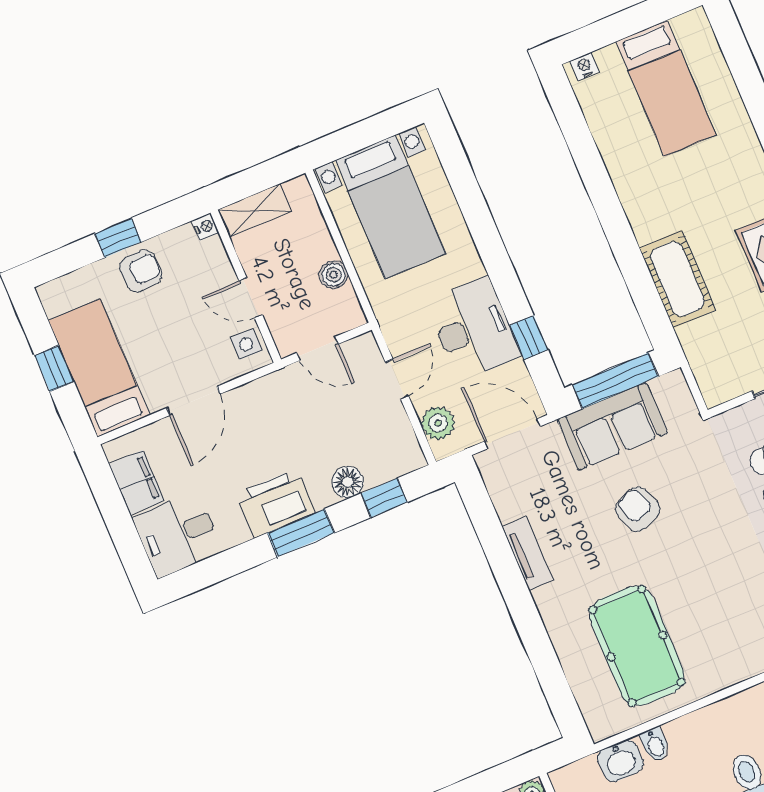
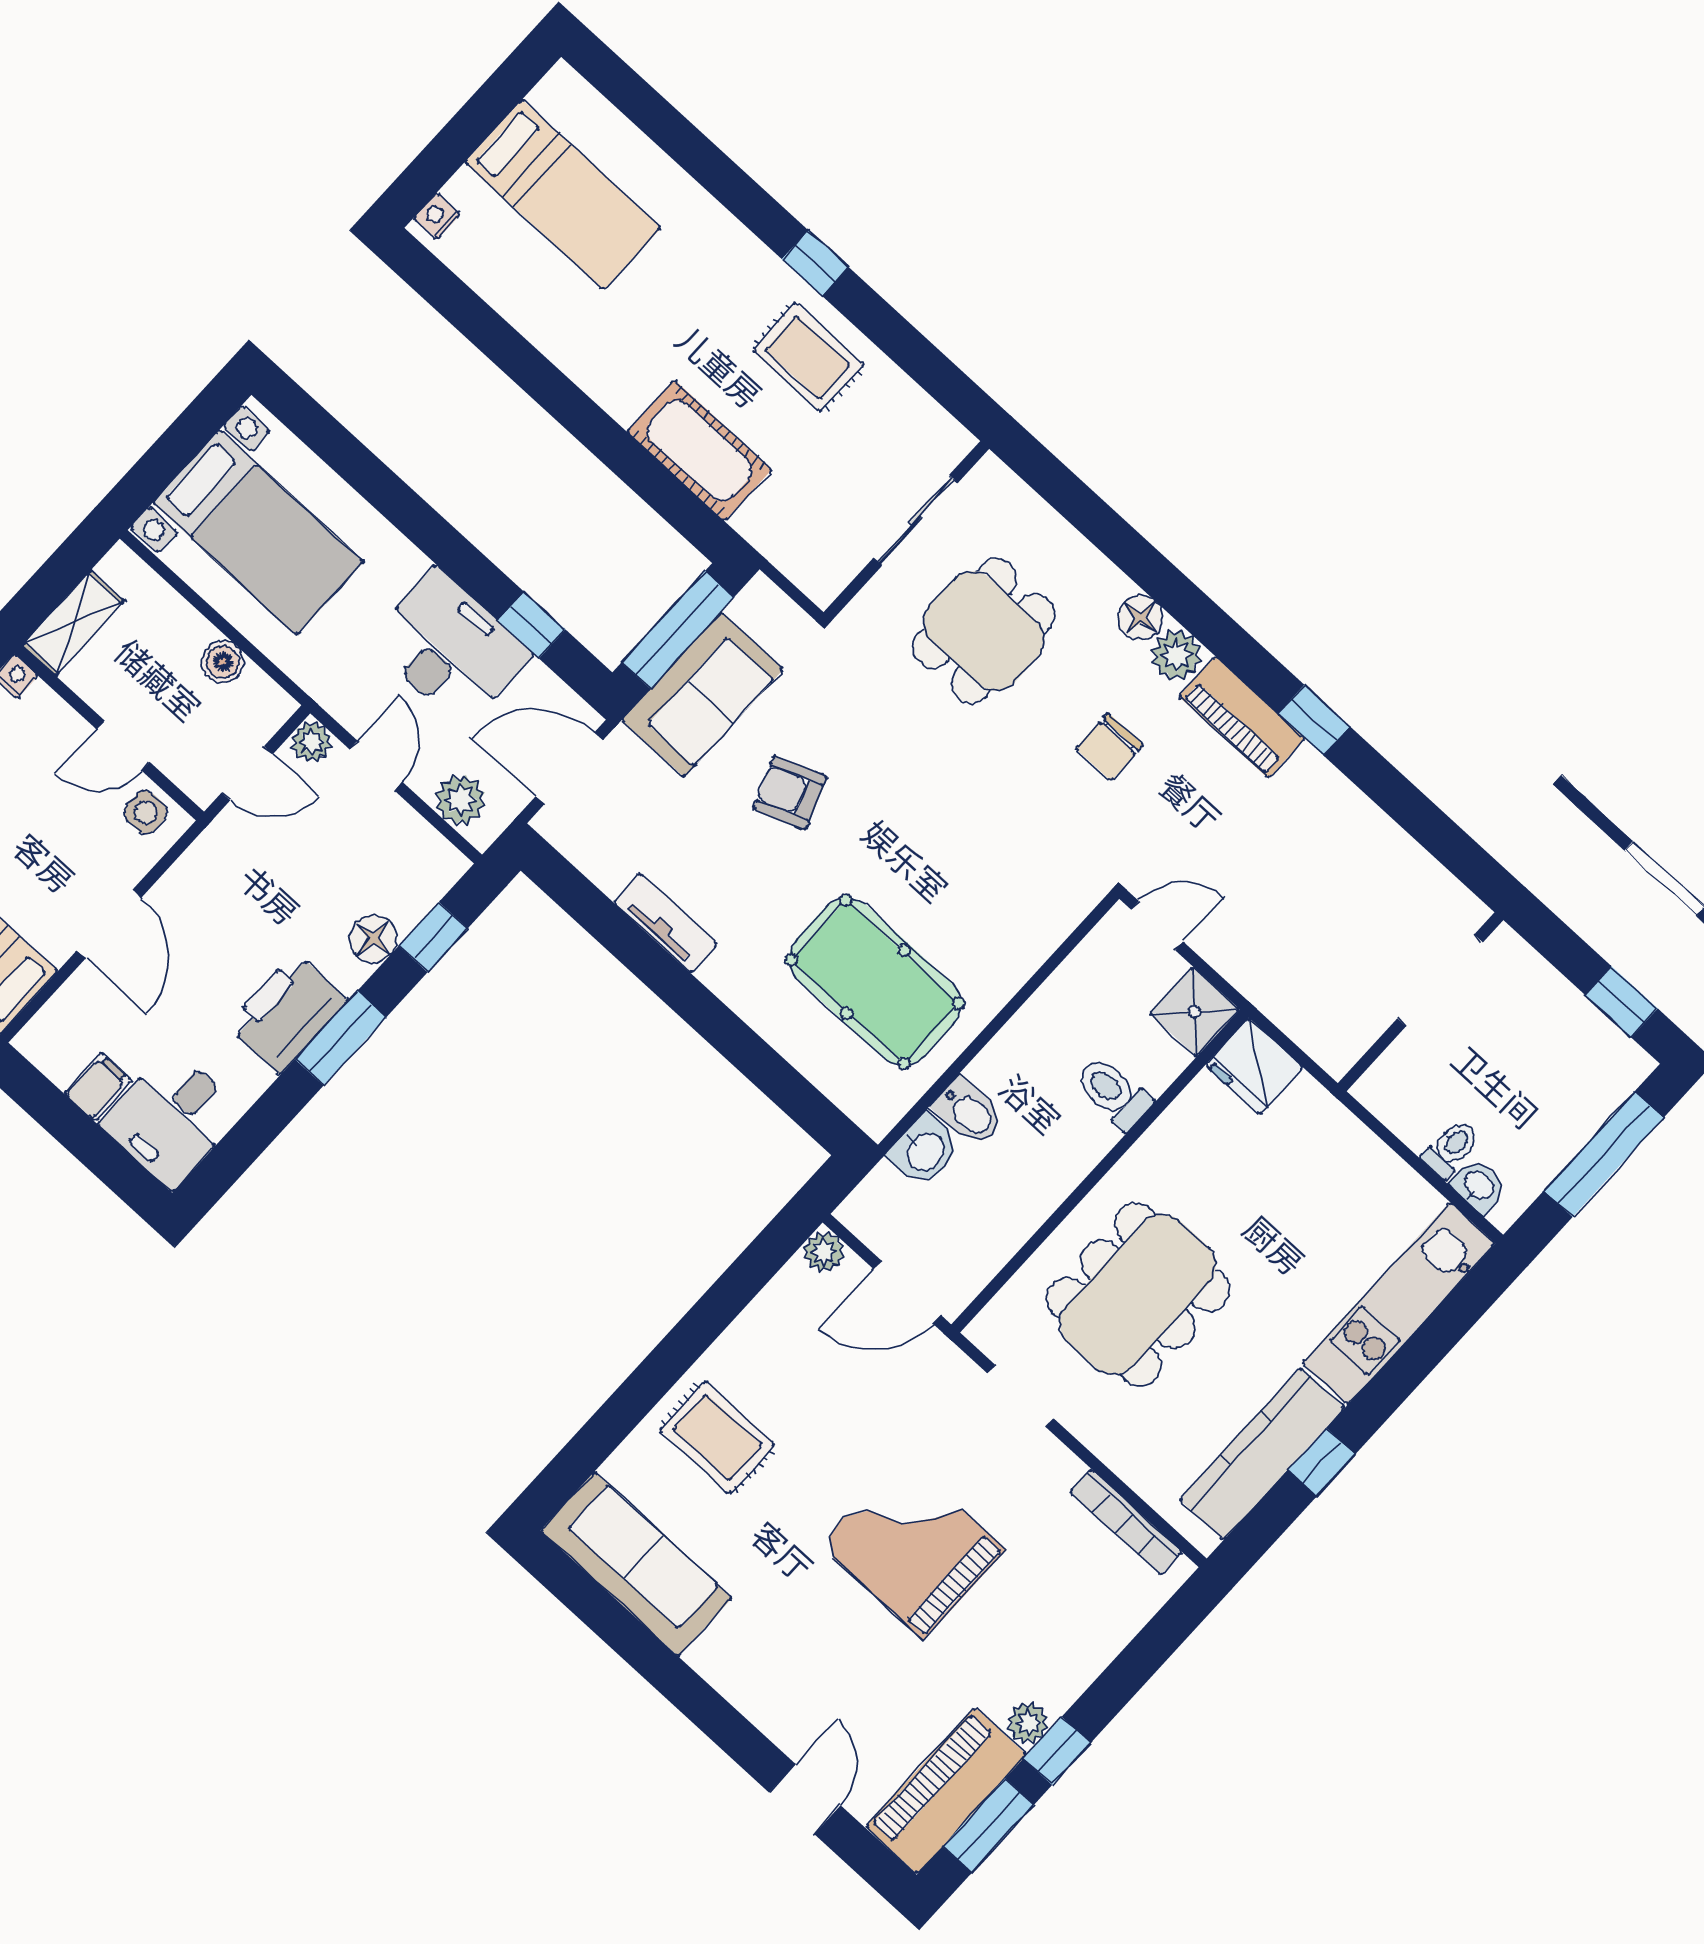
plant: (365, 347) -> (311, 742), added
filing cabinet: (136, 483) -> (98, 1087), width x0.50
bidet: (655, 744) -> (969, 1112), width x1.38, depth x1.36

